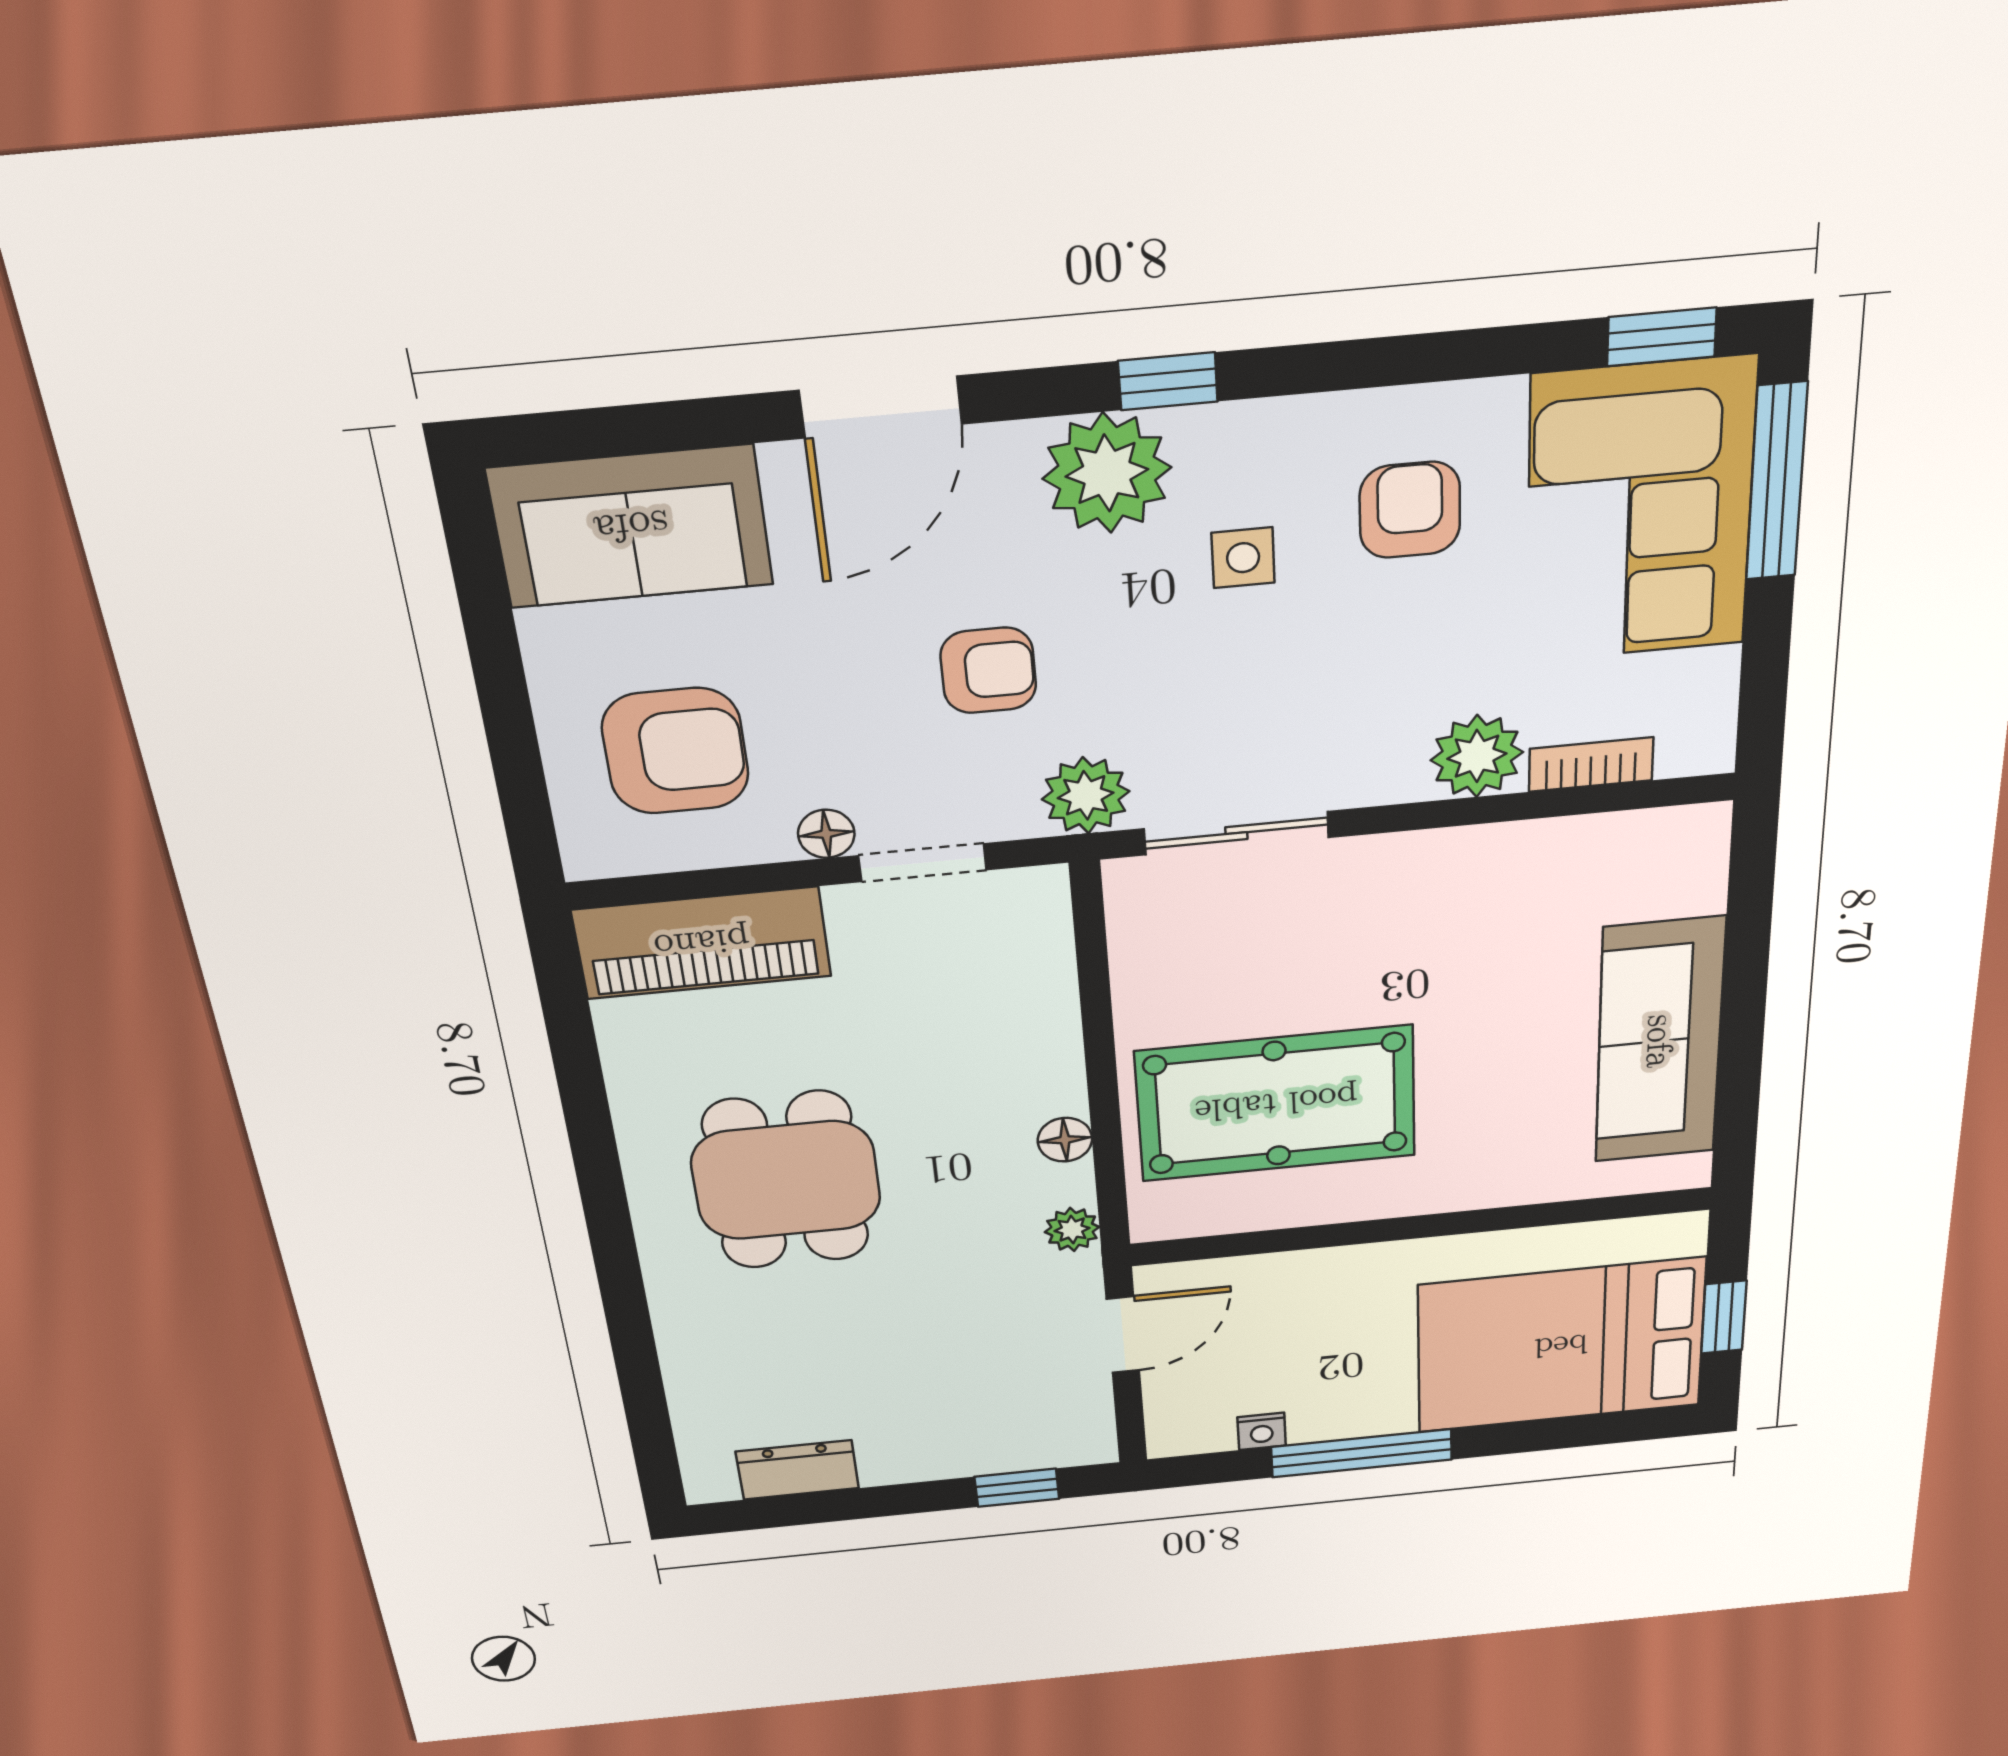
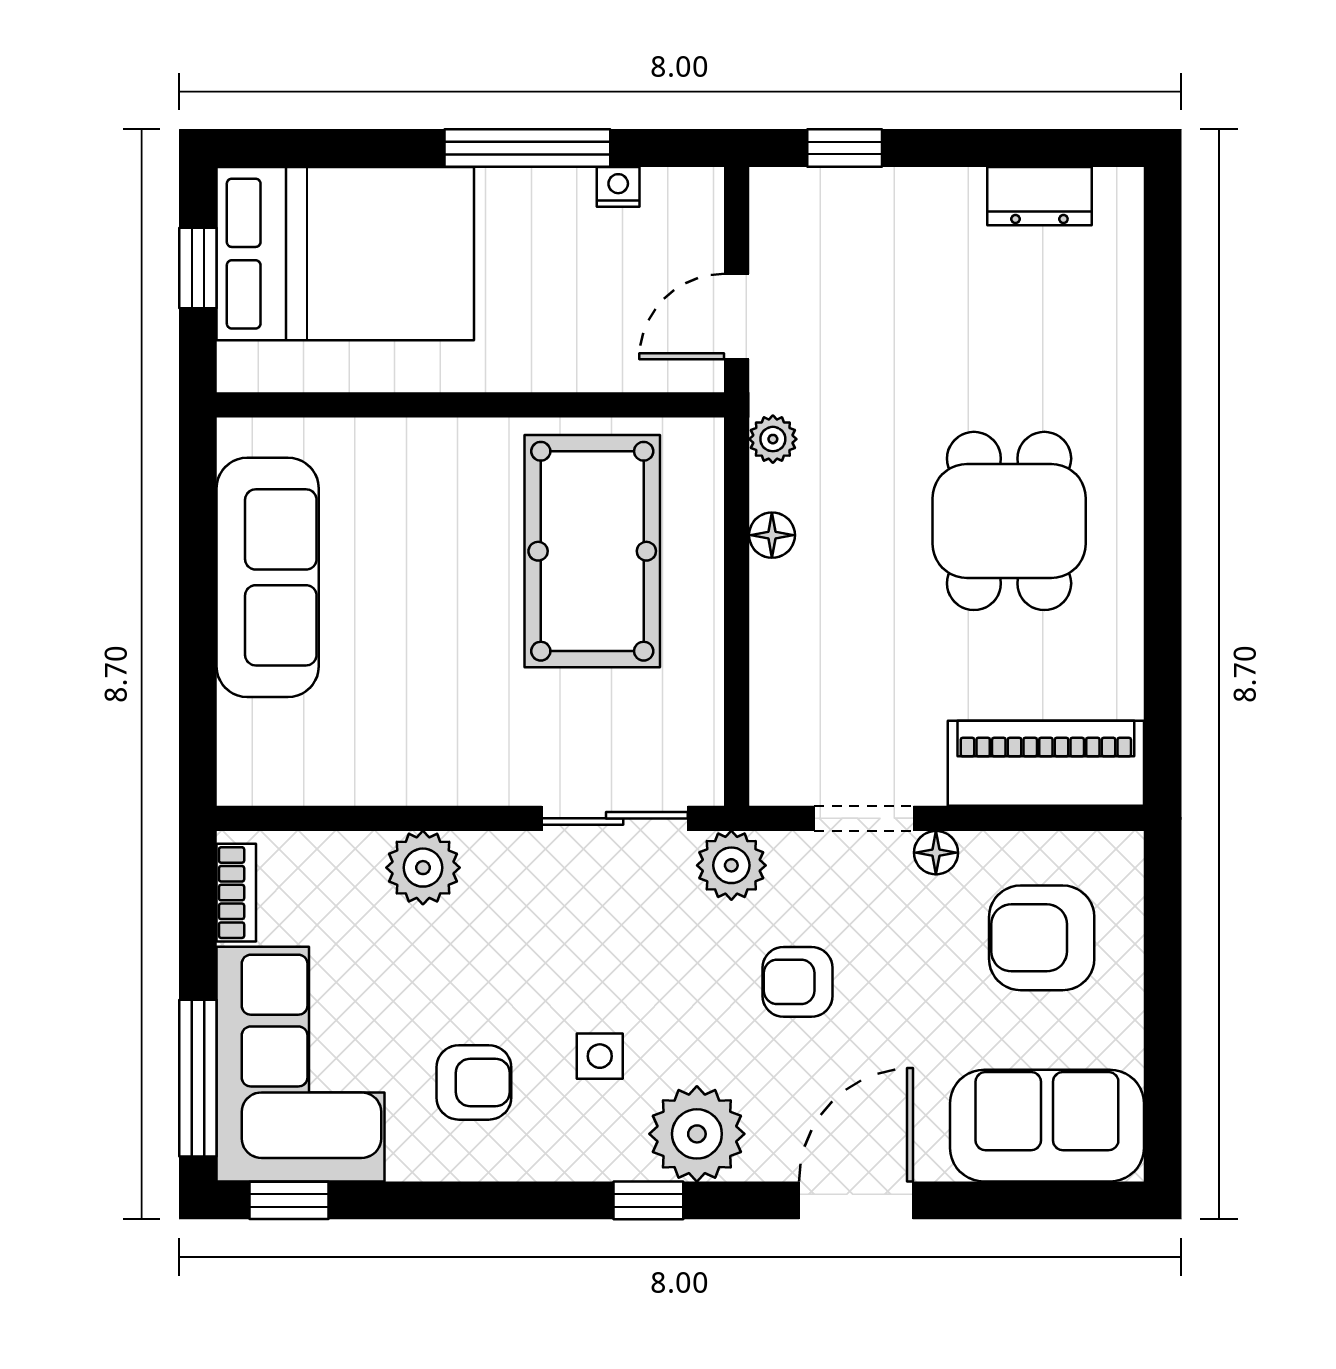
armchair: (1410, 510) -> (474, 1082), turned -90
bookcase: (1591, 765) -> (236, 893), moved, turned -90
pool table: (1276, 1104) -> (592, 551), turned 90

